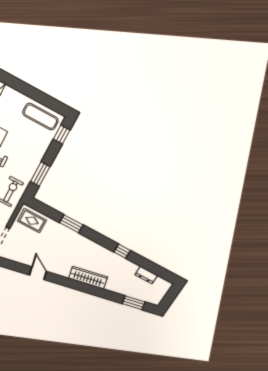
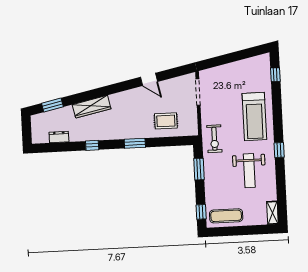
rug: (32, 221) -> (166, 121), moved
window: (71, 224) -> (135, 143), moved
wardrobe: (88, 278) -> (92, 107), moved

